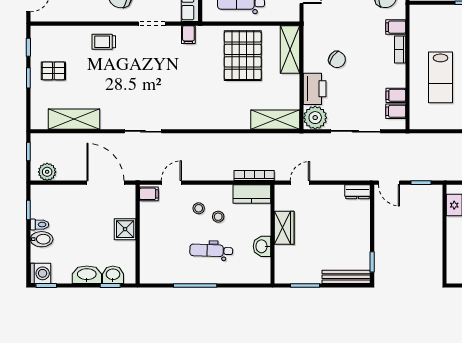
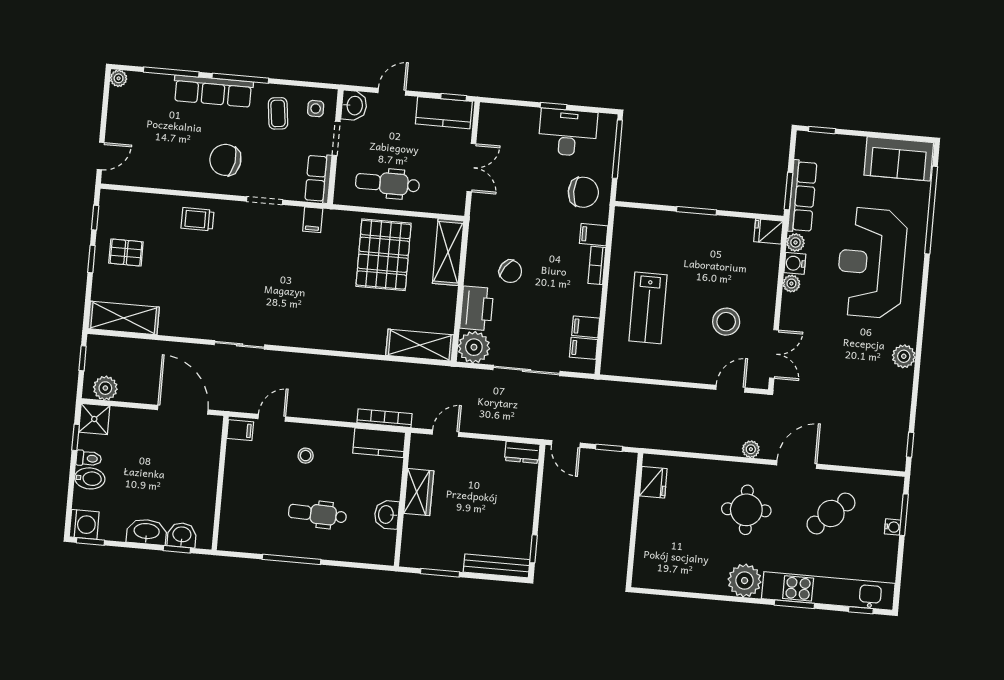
shelving: (74, 119) -> (124, 318), moved
stool: (218, 217) -> (331, 469), removed
shower: (125, 229) -> (94, 419), moved

